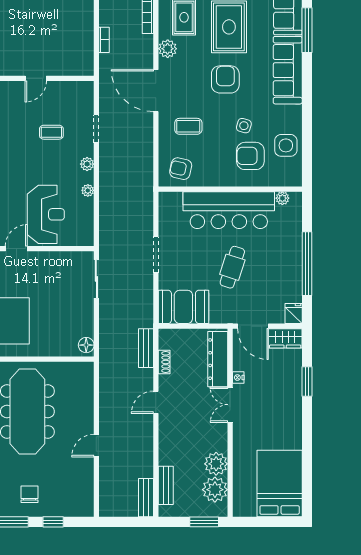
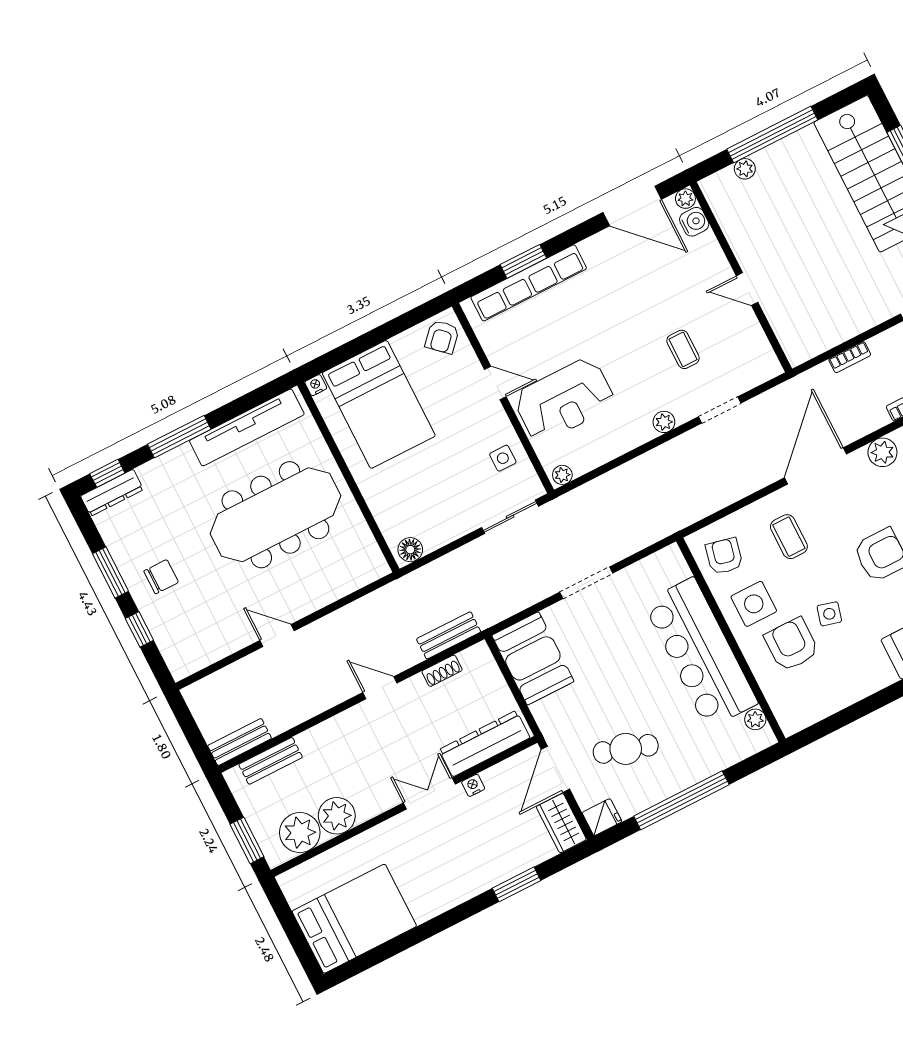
side table: (286, 145) -> (754, 604), moved
plant: (88, 190) -> (562, 475), moved
side table: (61, 266) -> (503, 458), added
cafe table: (232, 267) -> (626, 749), moved

